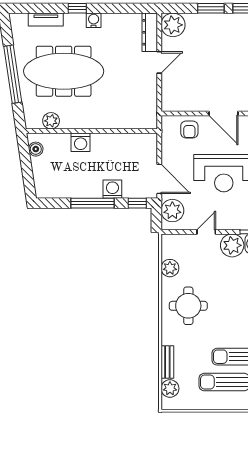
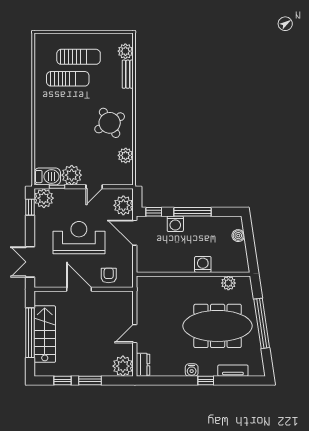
dresser: (150, 32) -> (143, 365), width x0.70
boiler: (36, 149) -> (238, 236), moved
round table: (188, 306) -> (110, 123), turned -30

